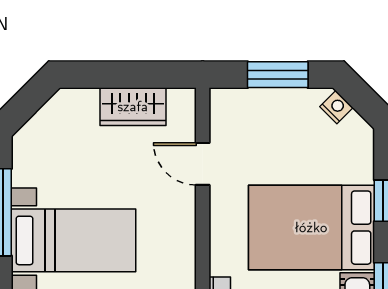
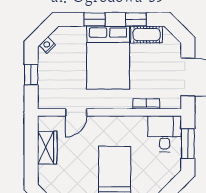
window: (278, 75) -> (31, 75), width x0.67

